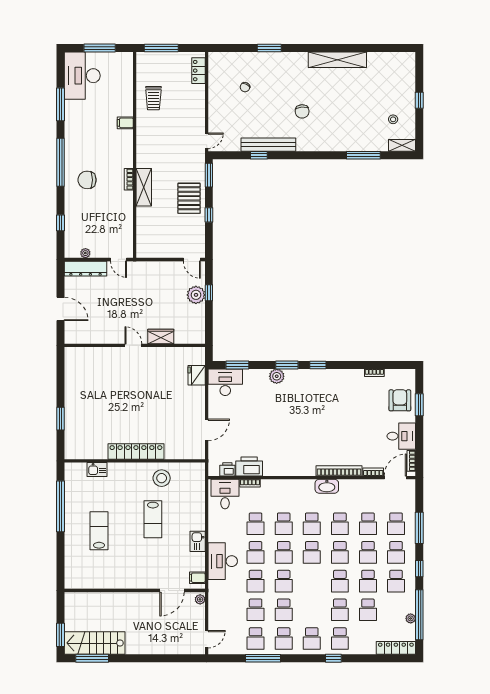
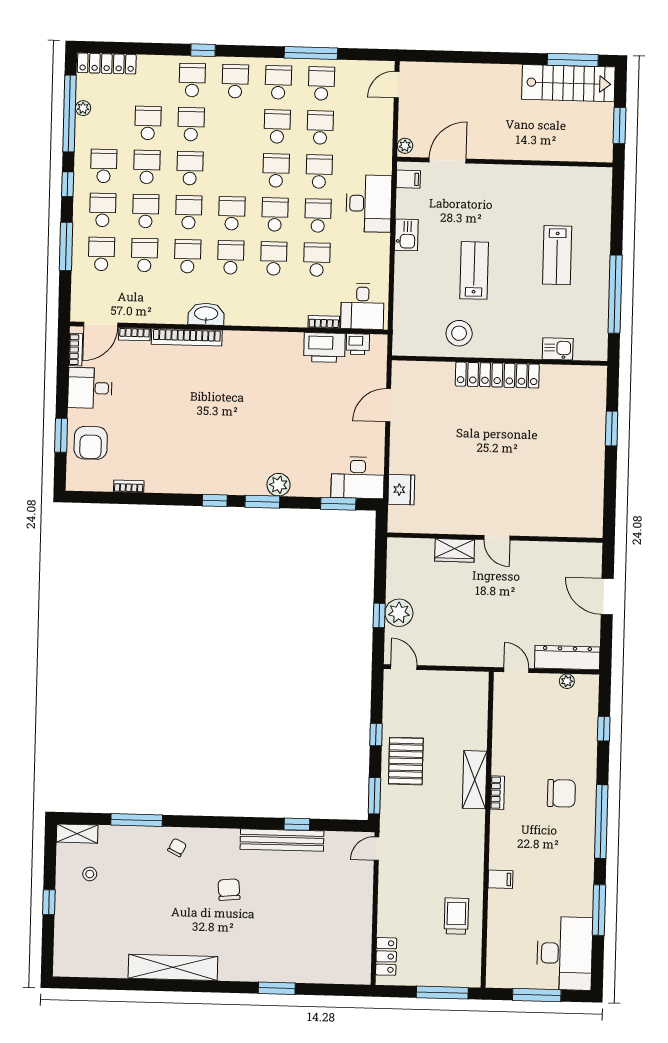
chair: (245, 87) -> (177, 847), moved
window: (61, 635) -> (619, 126), moved

